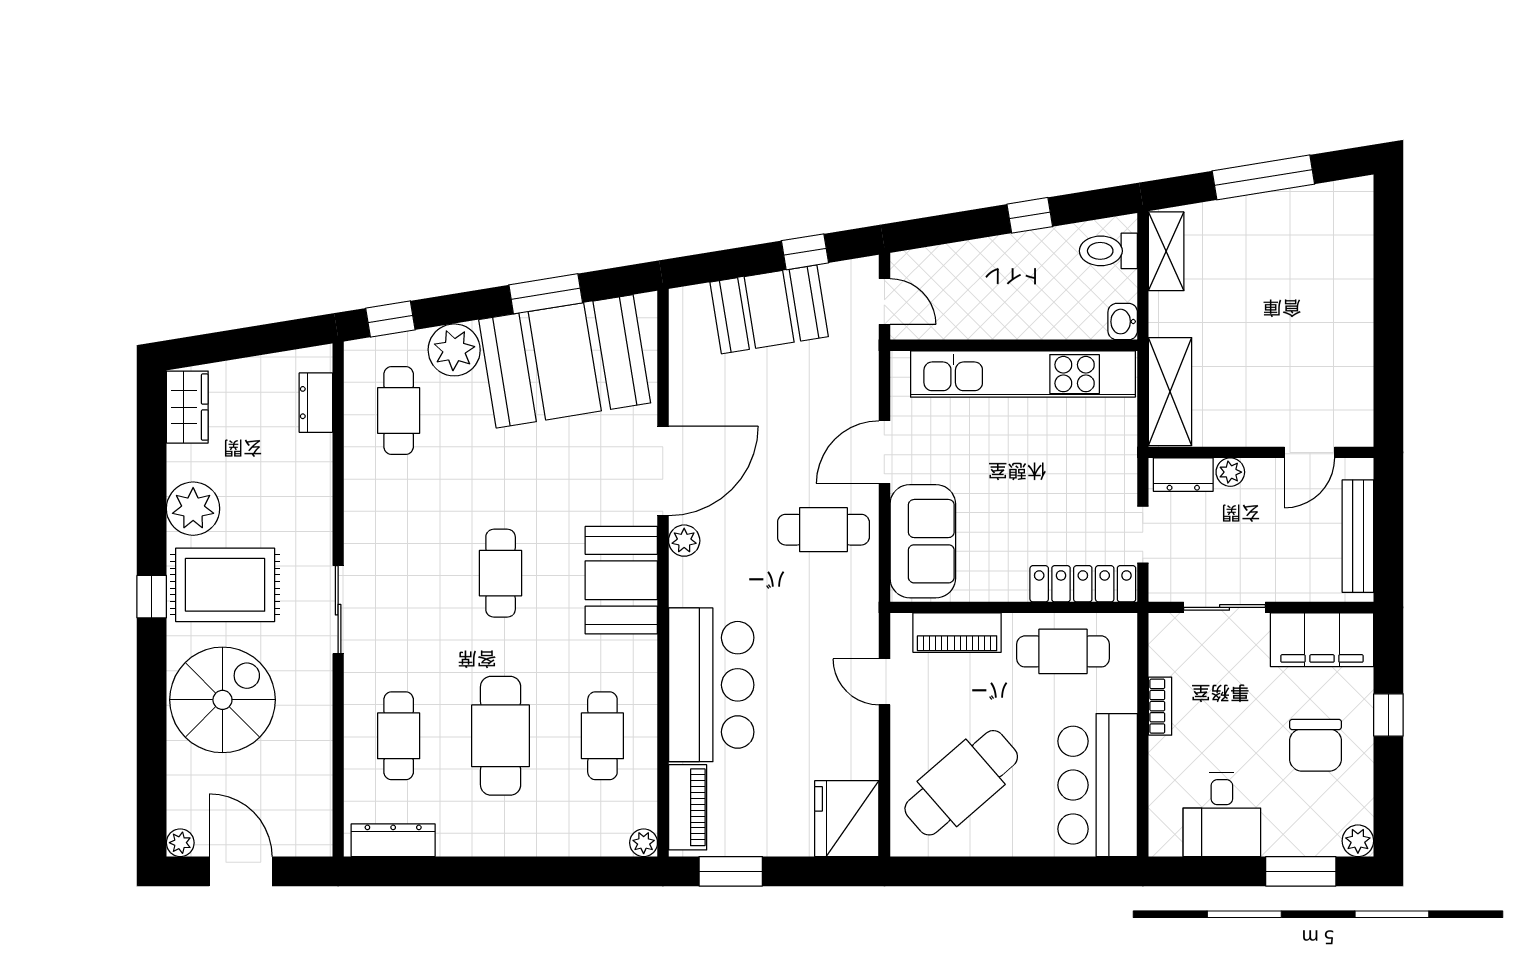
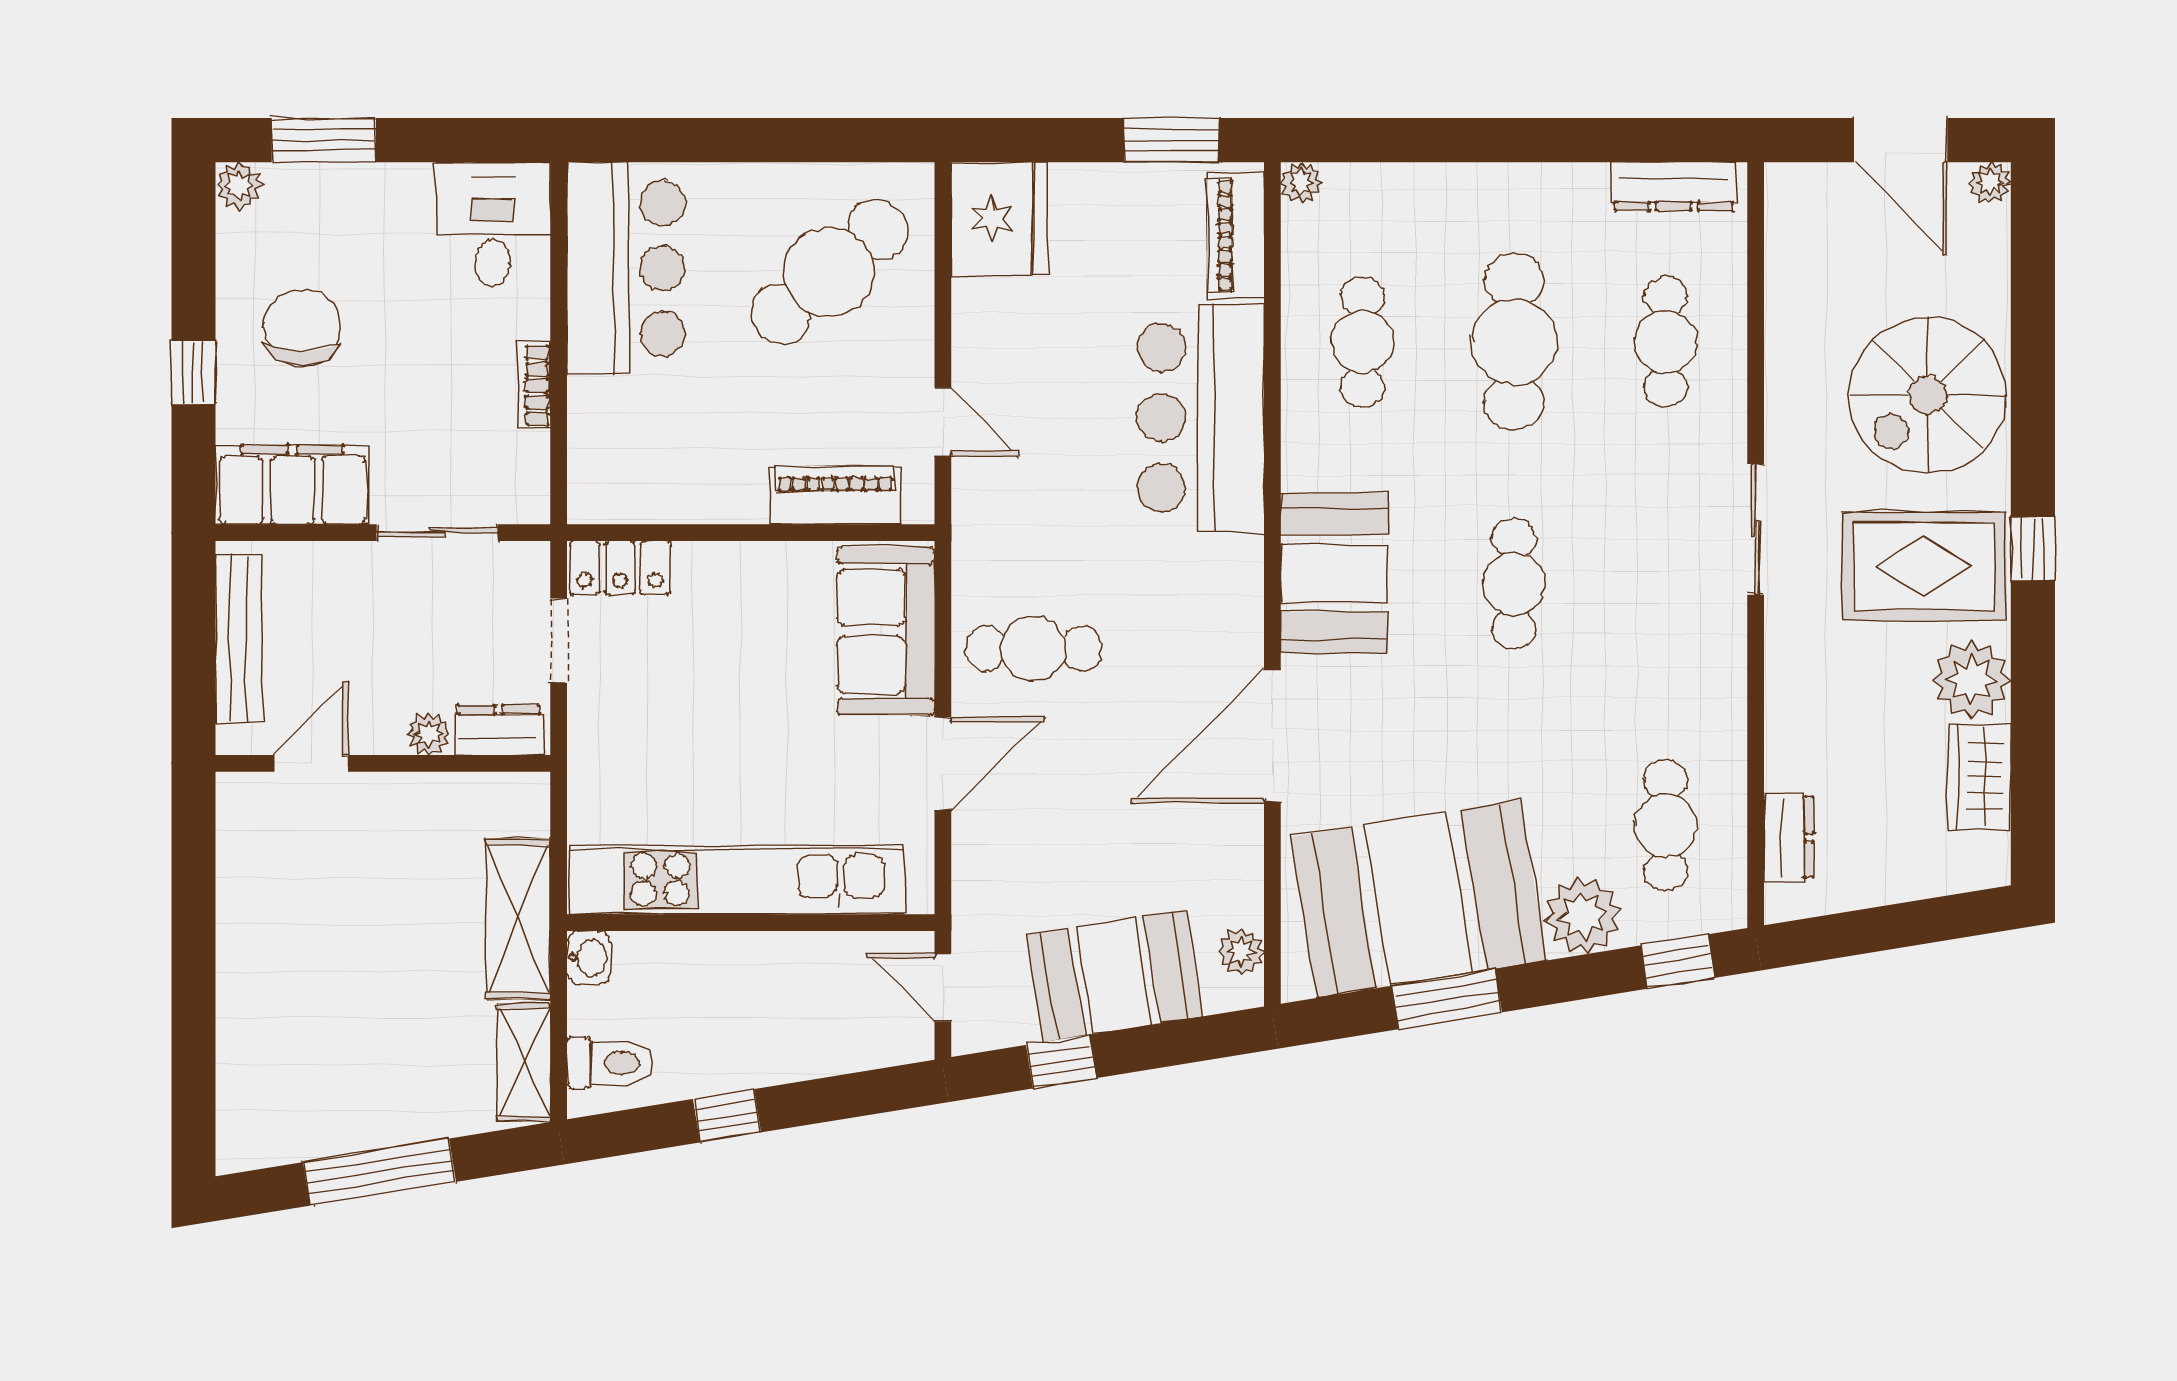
shelving: (1170, 392) -> (518, 919), moved
wardrobe: (187, 407) -> (1980, 777), moved
plant: (684, 541) -> (1241, 952), moved
locker: (1083, 584) -> (620, 568), width x0.66
cafe table: (1063, 651) -> (677, 467), removed
desk: (1222, 815) -> (493, 224), moved

